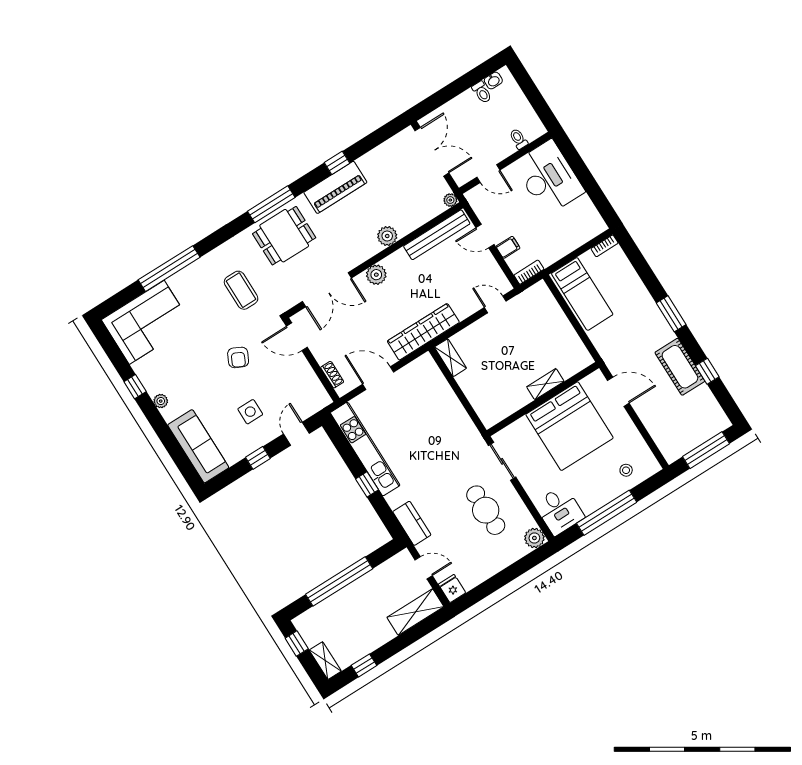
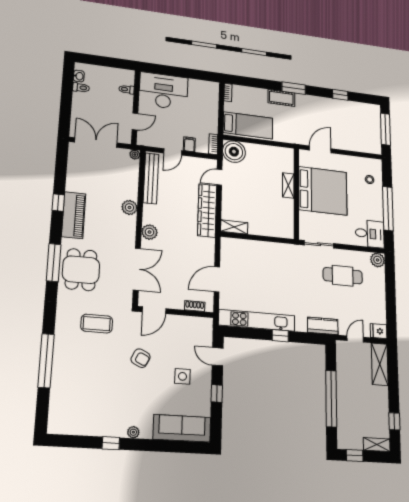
boiler: (538, 300) -> (234, 152), added
corner sofa: (147, 322) -> (72, 403), removed
wardrobe: (423, 332) -> (207, 210), moved
cot: (680, 367) -> (281, 98), moved, width x0.73, depth x0.75

